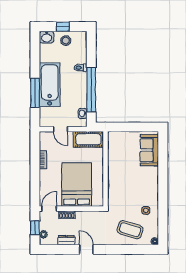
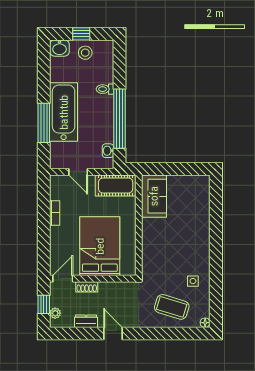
sofa: (149, 150) -> (154, 196), moved, turned 180

